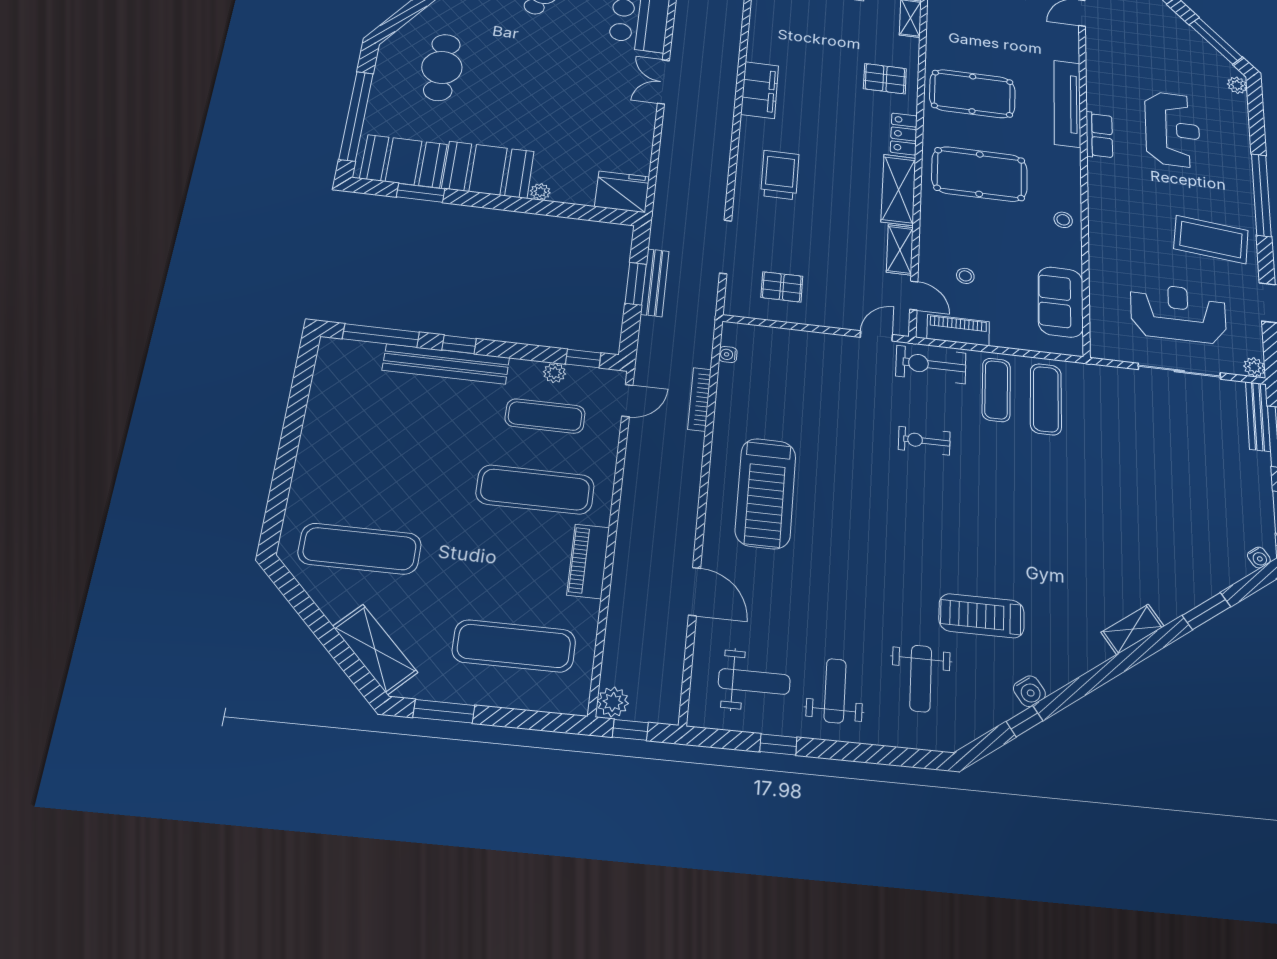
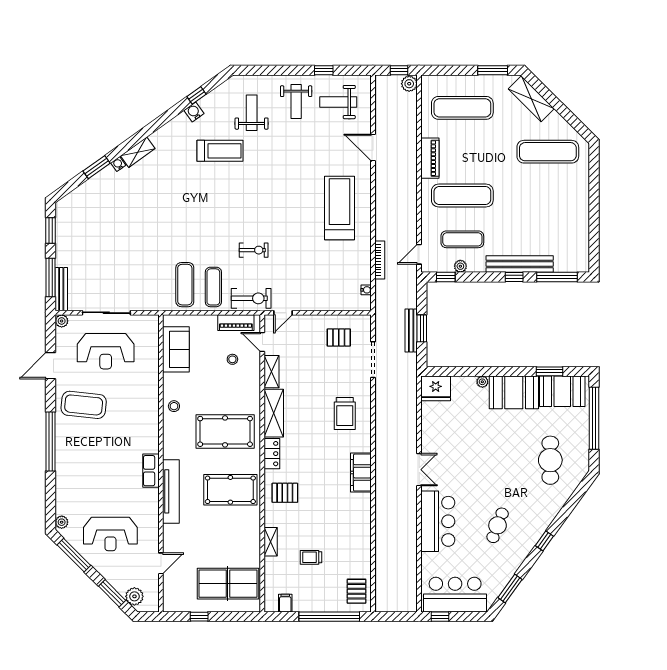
reception desk: (1172, 129) -> (110, 534), moved, turned -90
water cooler: (1259, 558) -> (118, 164), moved

